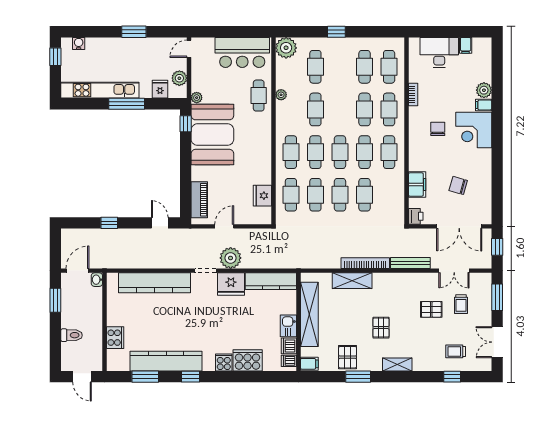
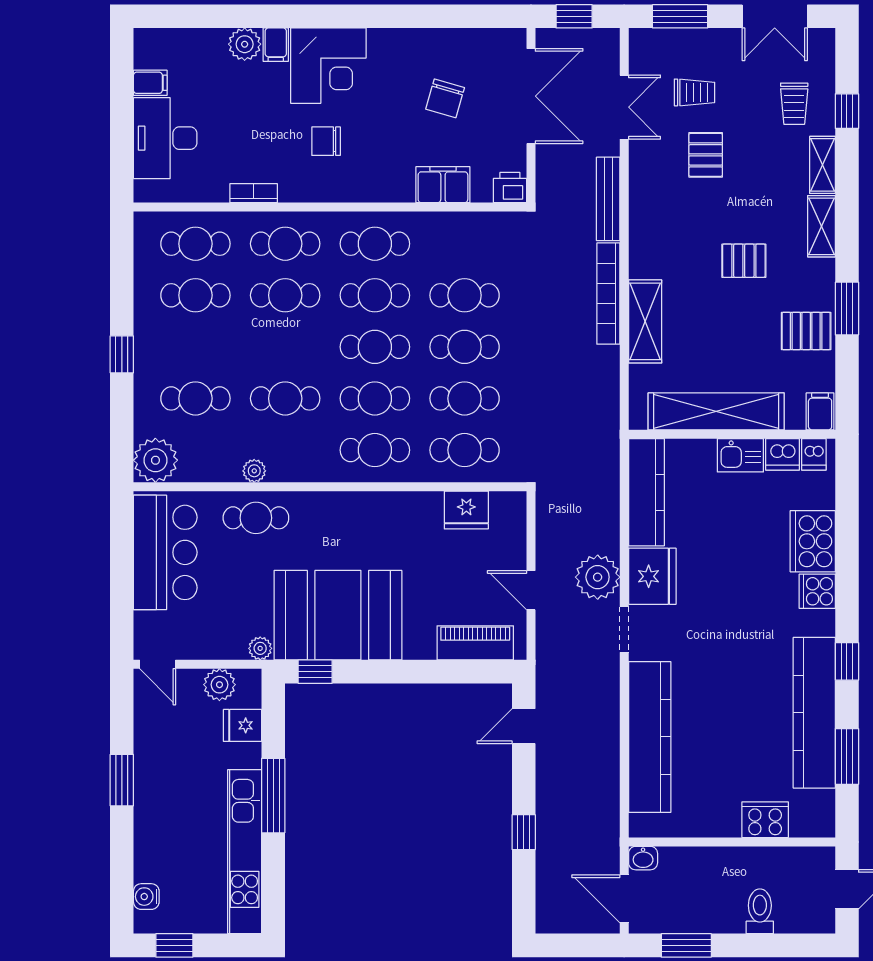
shelving: (427, 365) -> (823, 165), added

